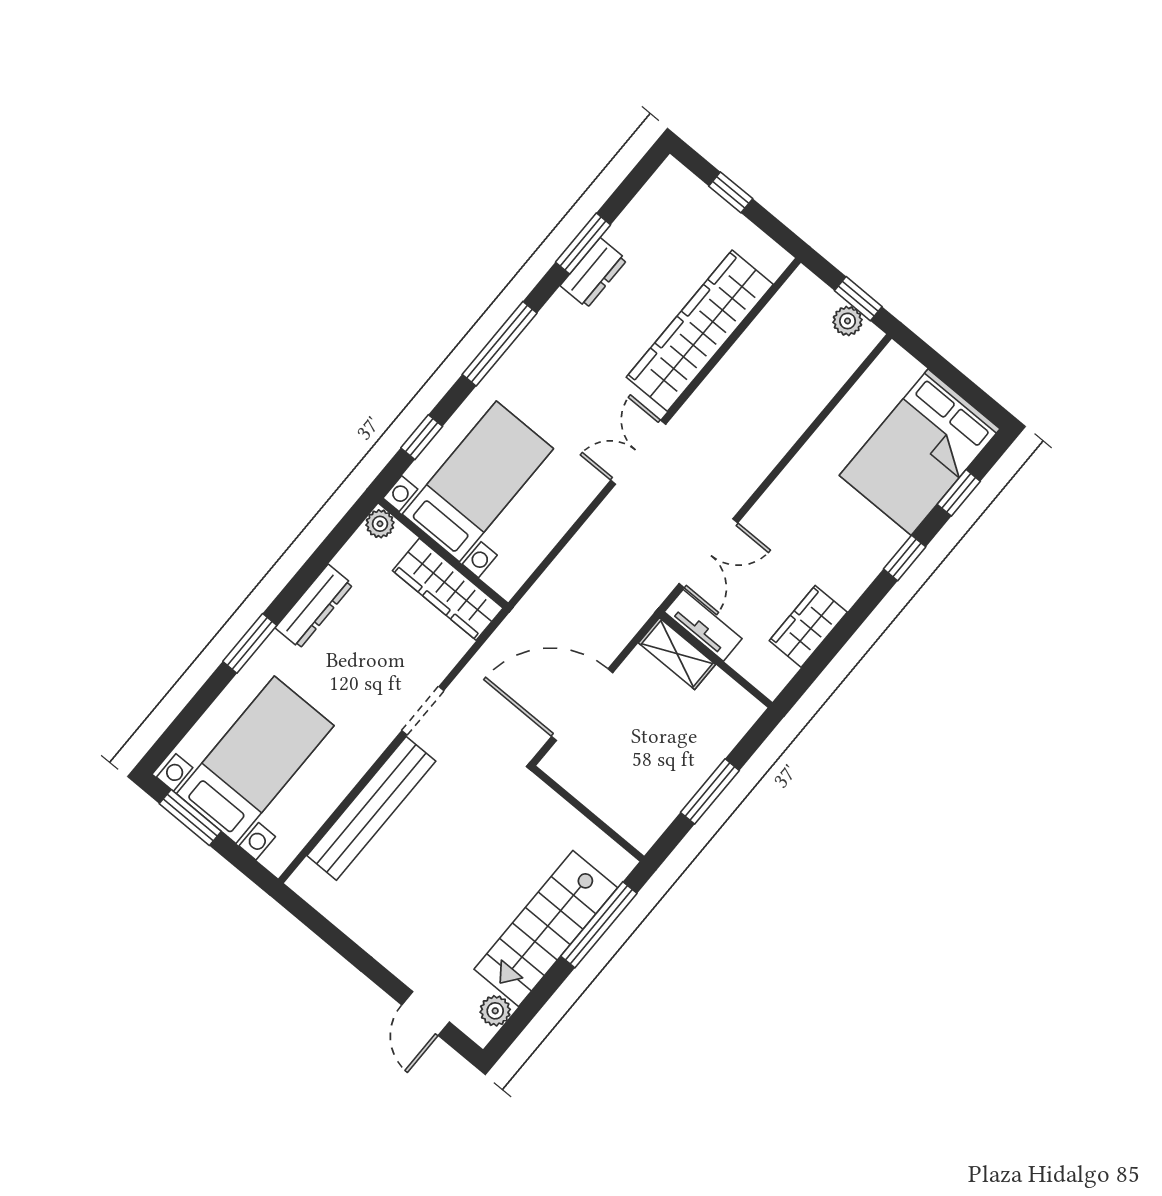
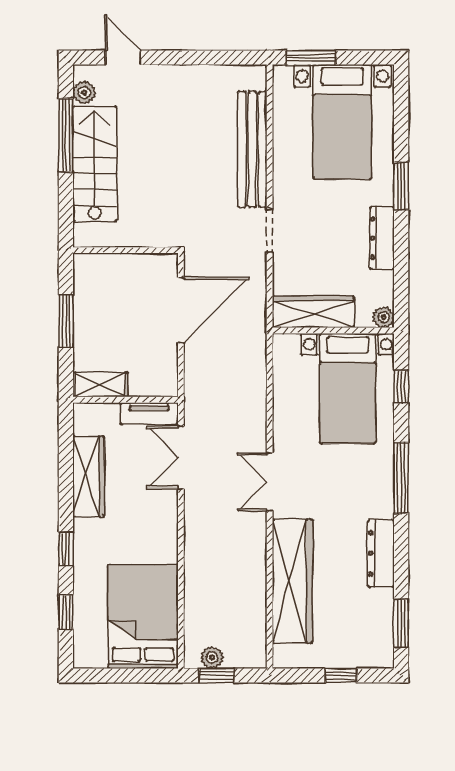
window: (583, 243) -> (401, 623), moved
dresser: (594, 273) -> (381, 553), width x1.44
double door: (638, 452) -> (270, 482), swing flipped
bed: (920, 452) -> (143, 617), moved
wardrobe: (808, 626) -> (88, 477), width x1.50
shelving: (677, 654) -> (100, 385), moved
window: (190, 817) -> (311, 58), moved
window: (599, 925) -> (66, 135), moved

